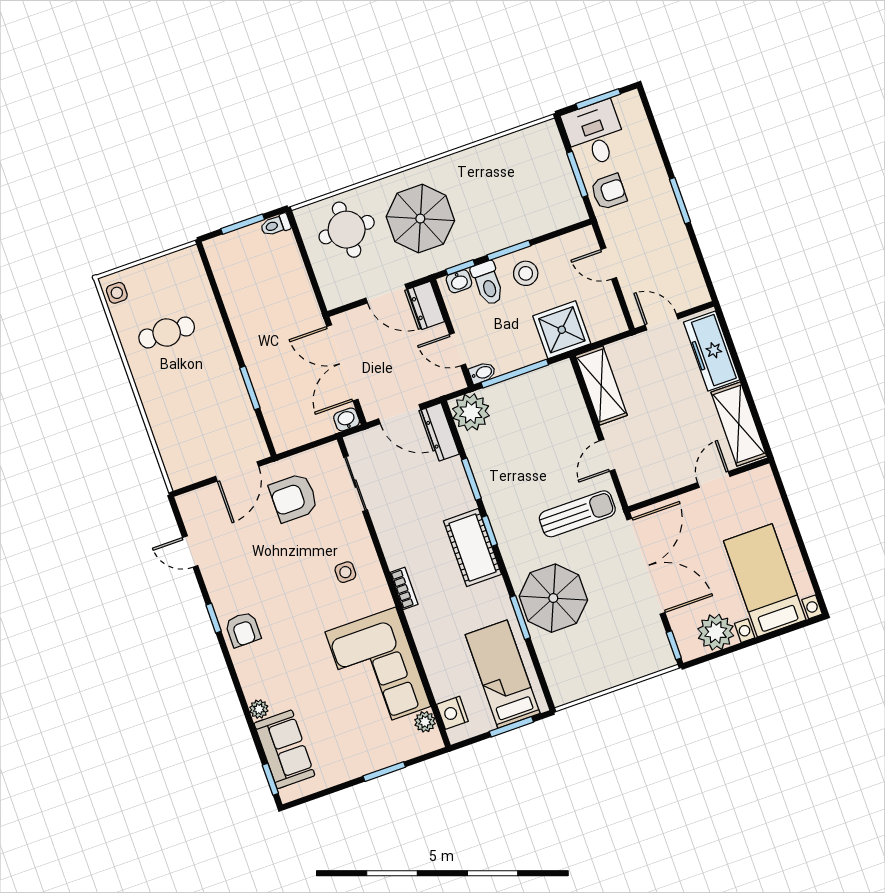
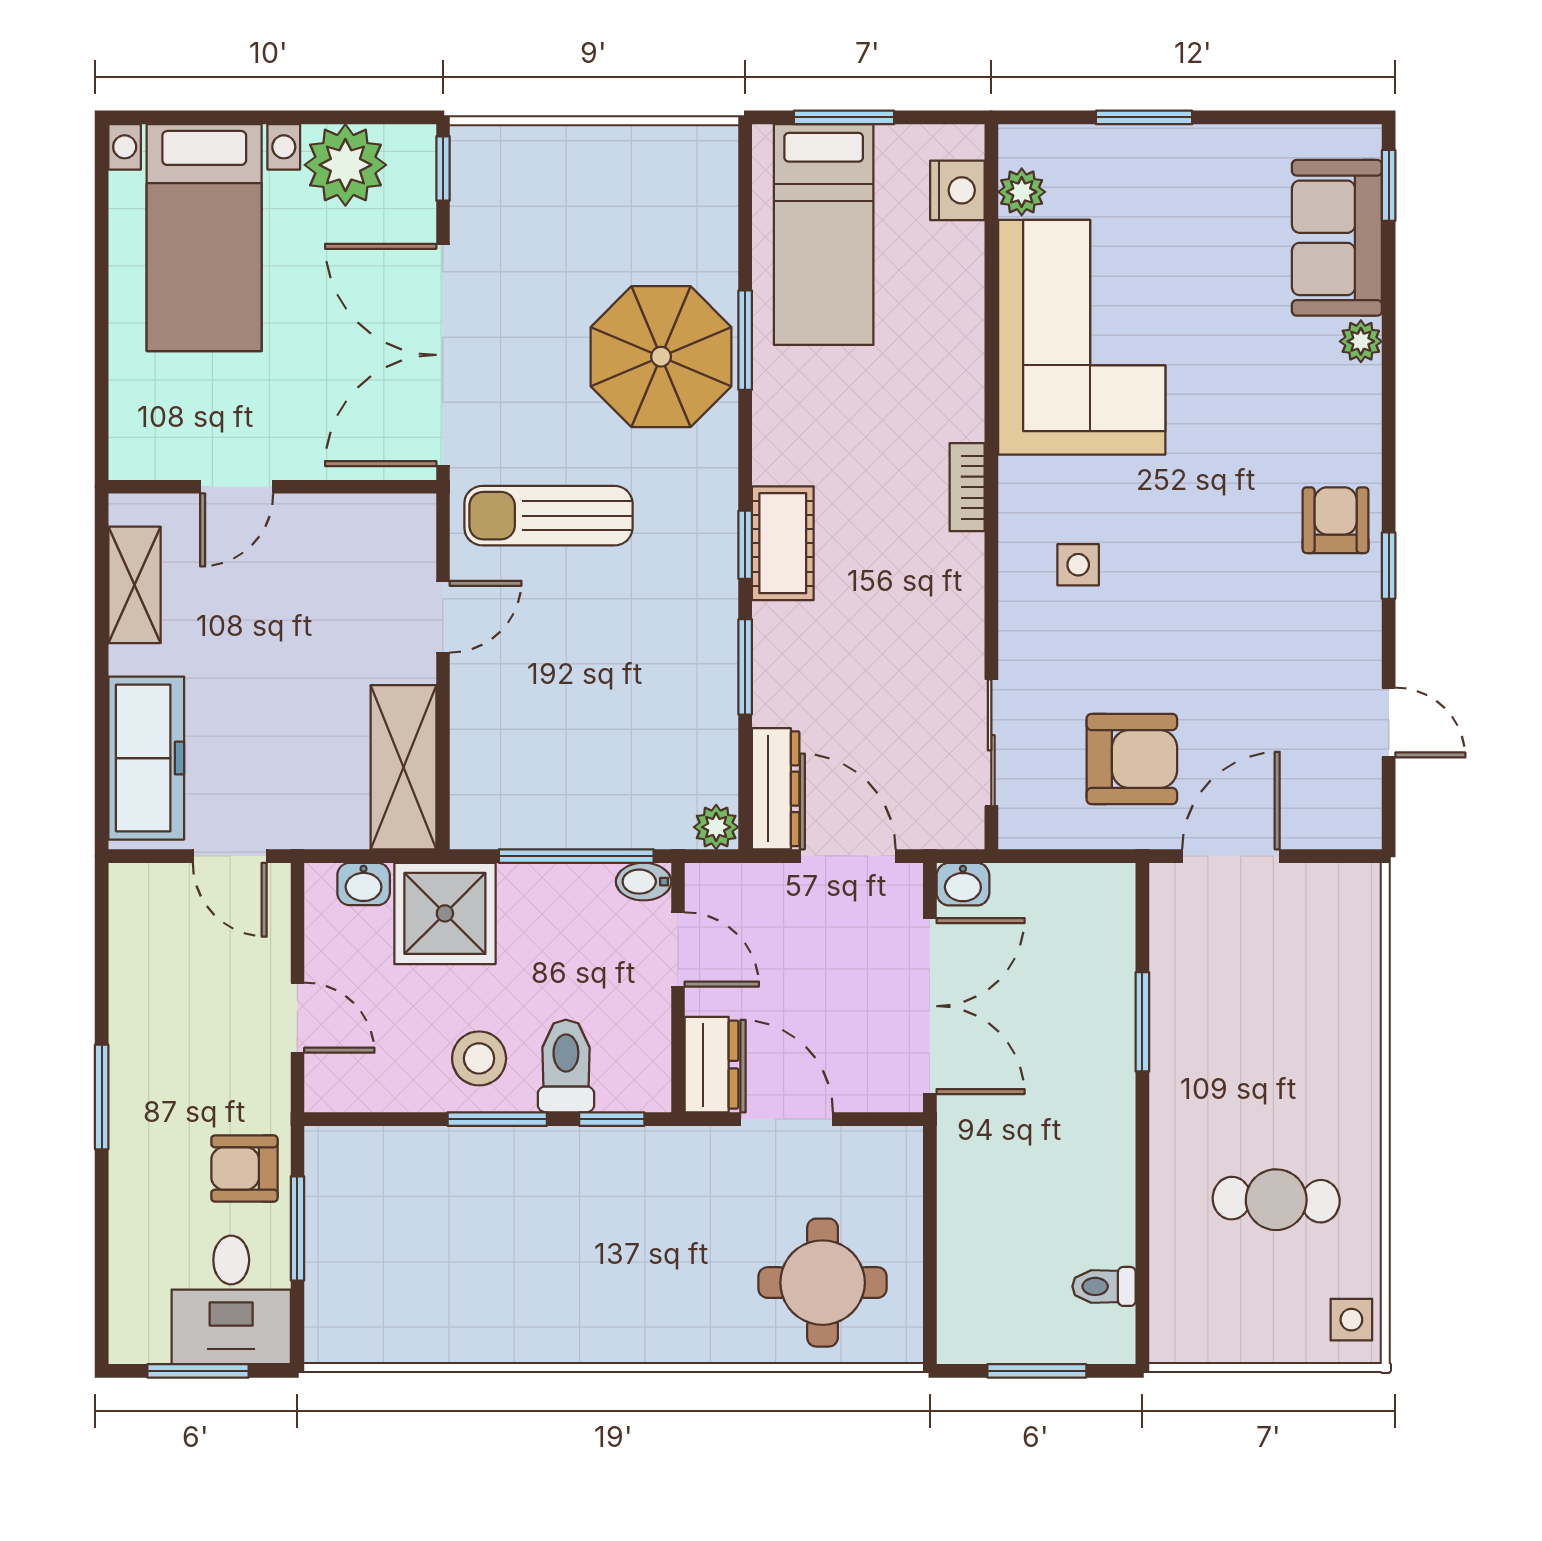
parasol: (420, 219) -> (660, 1251), removed
toilet: (276, 225) -> (1104, 1286), moved, turned 180
washbasin: (459, 281) -> (364, 884), moved, turned 180
plant: (471, 412) -> (716, 827), width x0.53, depth x0.53
shelving: (739, 424) -> (135, 585), width x0.67, depth x0.75
cot: (473, 548) -> (783, 543), width x0.73, depth x0.75

